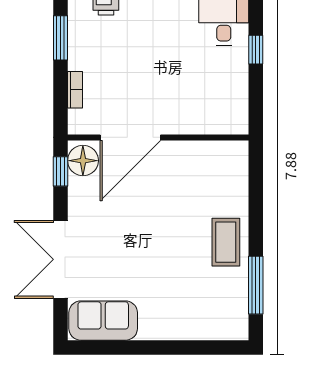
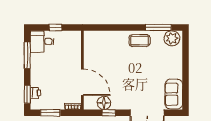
door: (130, 137) -> (82, 82), moved
wall: (158, 137) -> (82, 70), moved
plant: (231, 316) -> (172, 38), added

